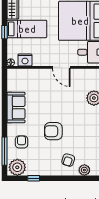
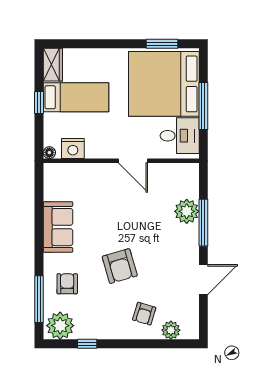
armchair: (53, 131) -> (120, 266), turned -106

